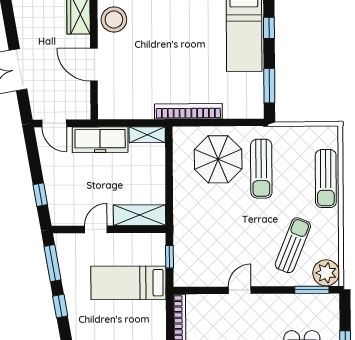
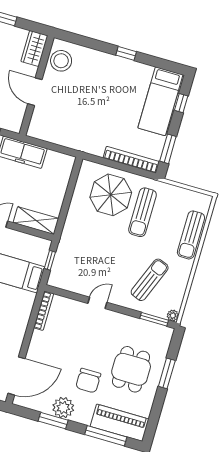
bookcase: (188, 111) -> (131, 160), moved
shelving: (147, 135) -> (61, 159), removed
plant: (326, 273) -> (173, 315), width x0.53, depth x0.53

